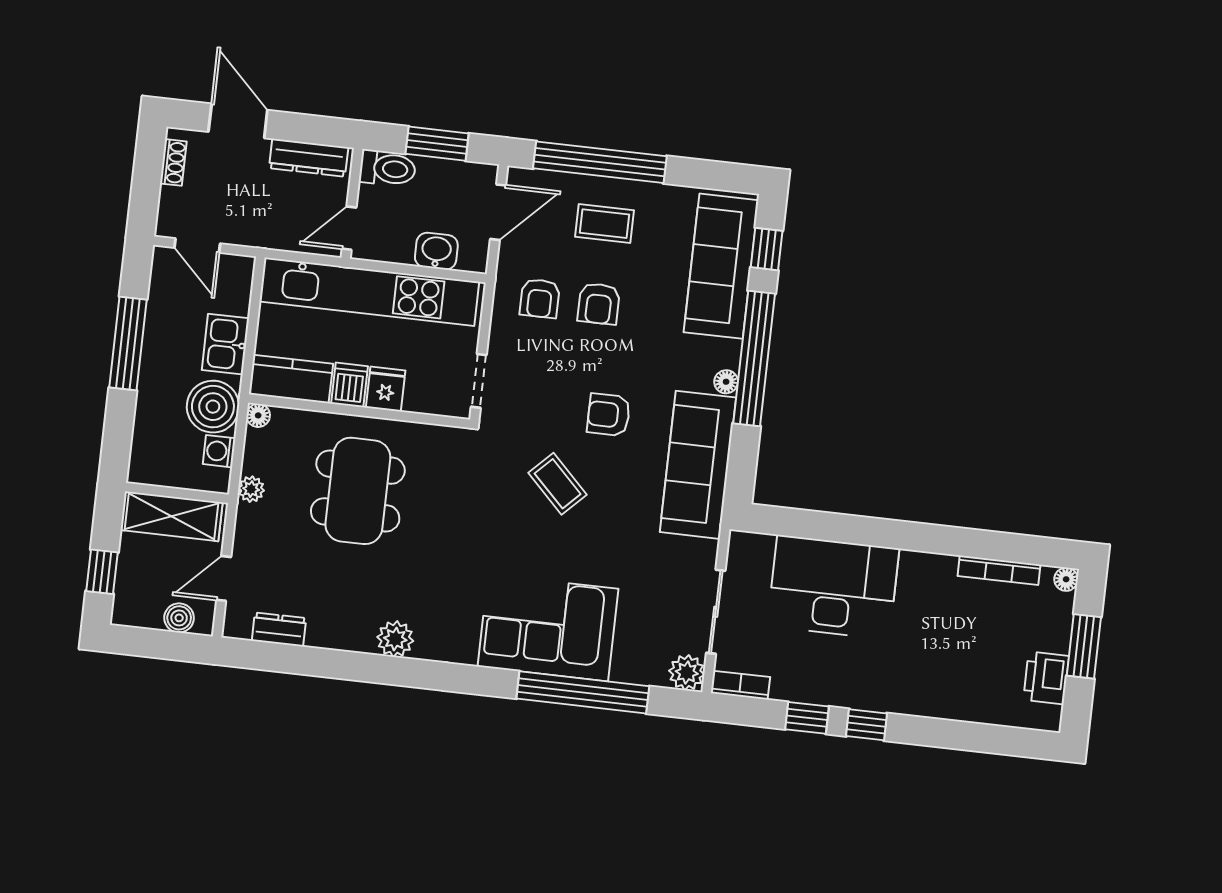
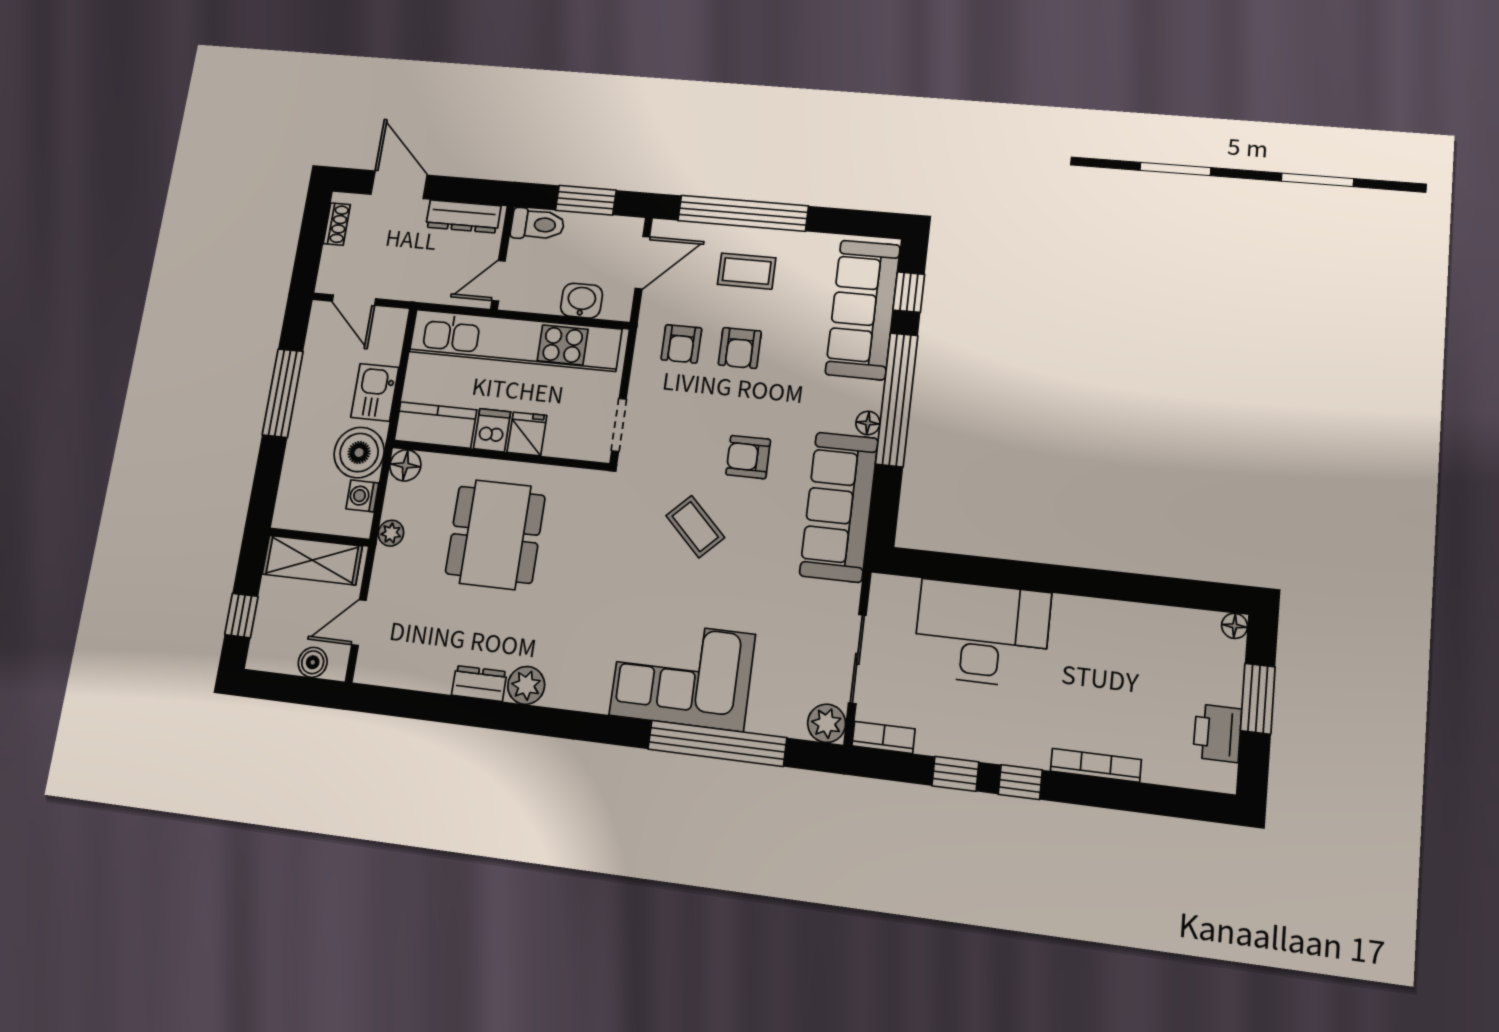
floor lamp: (258, 415) -> (405, 465), width x1.37, depth x1.37
bookcase: (999, 570) -> (1096, 765), moved, turned 180
dresser: (279, 630) -> (479, 683), moved

